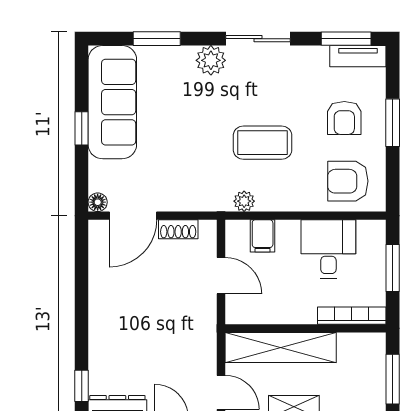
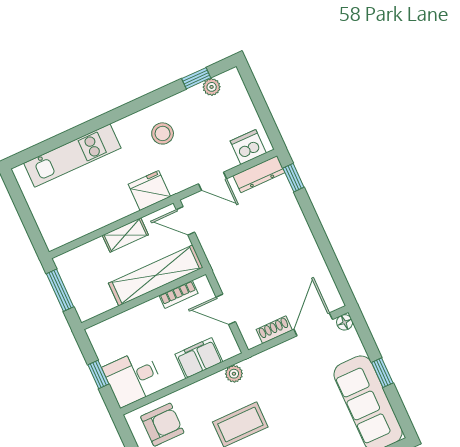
filing cabinet: (263, 236) -> (199, 358), width x2.00
desk: (328, 249) -> (133, 378), moved, turned 90
window: (393, 268) -> (98, 374), width x0.67
bookcase: (352, 316) -> (179, 294), moved, width x0.64

